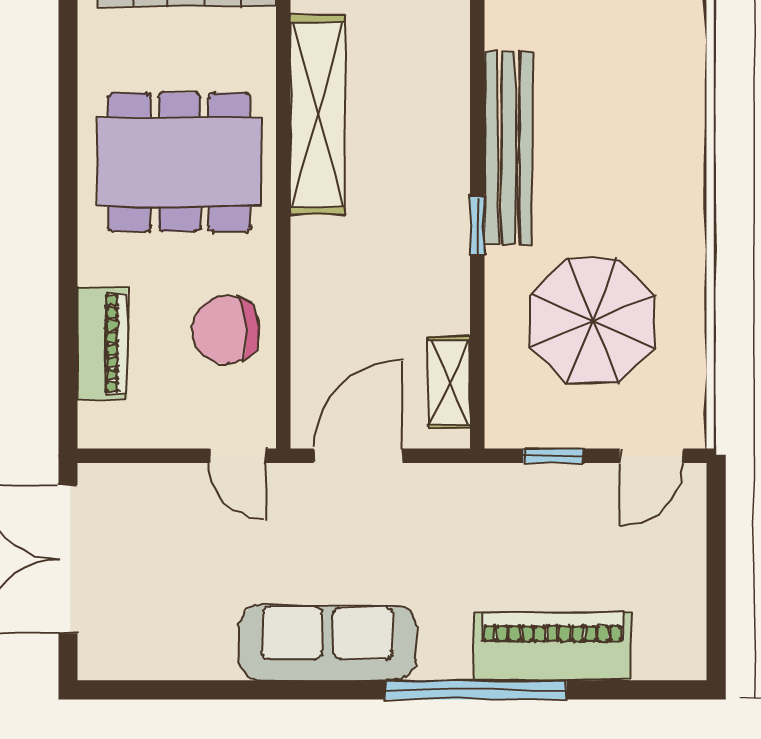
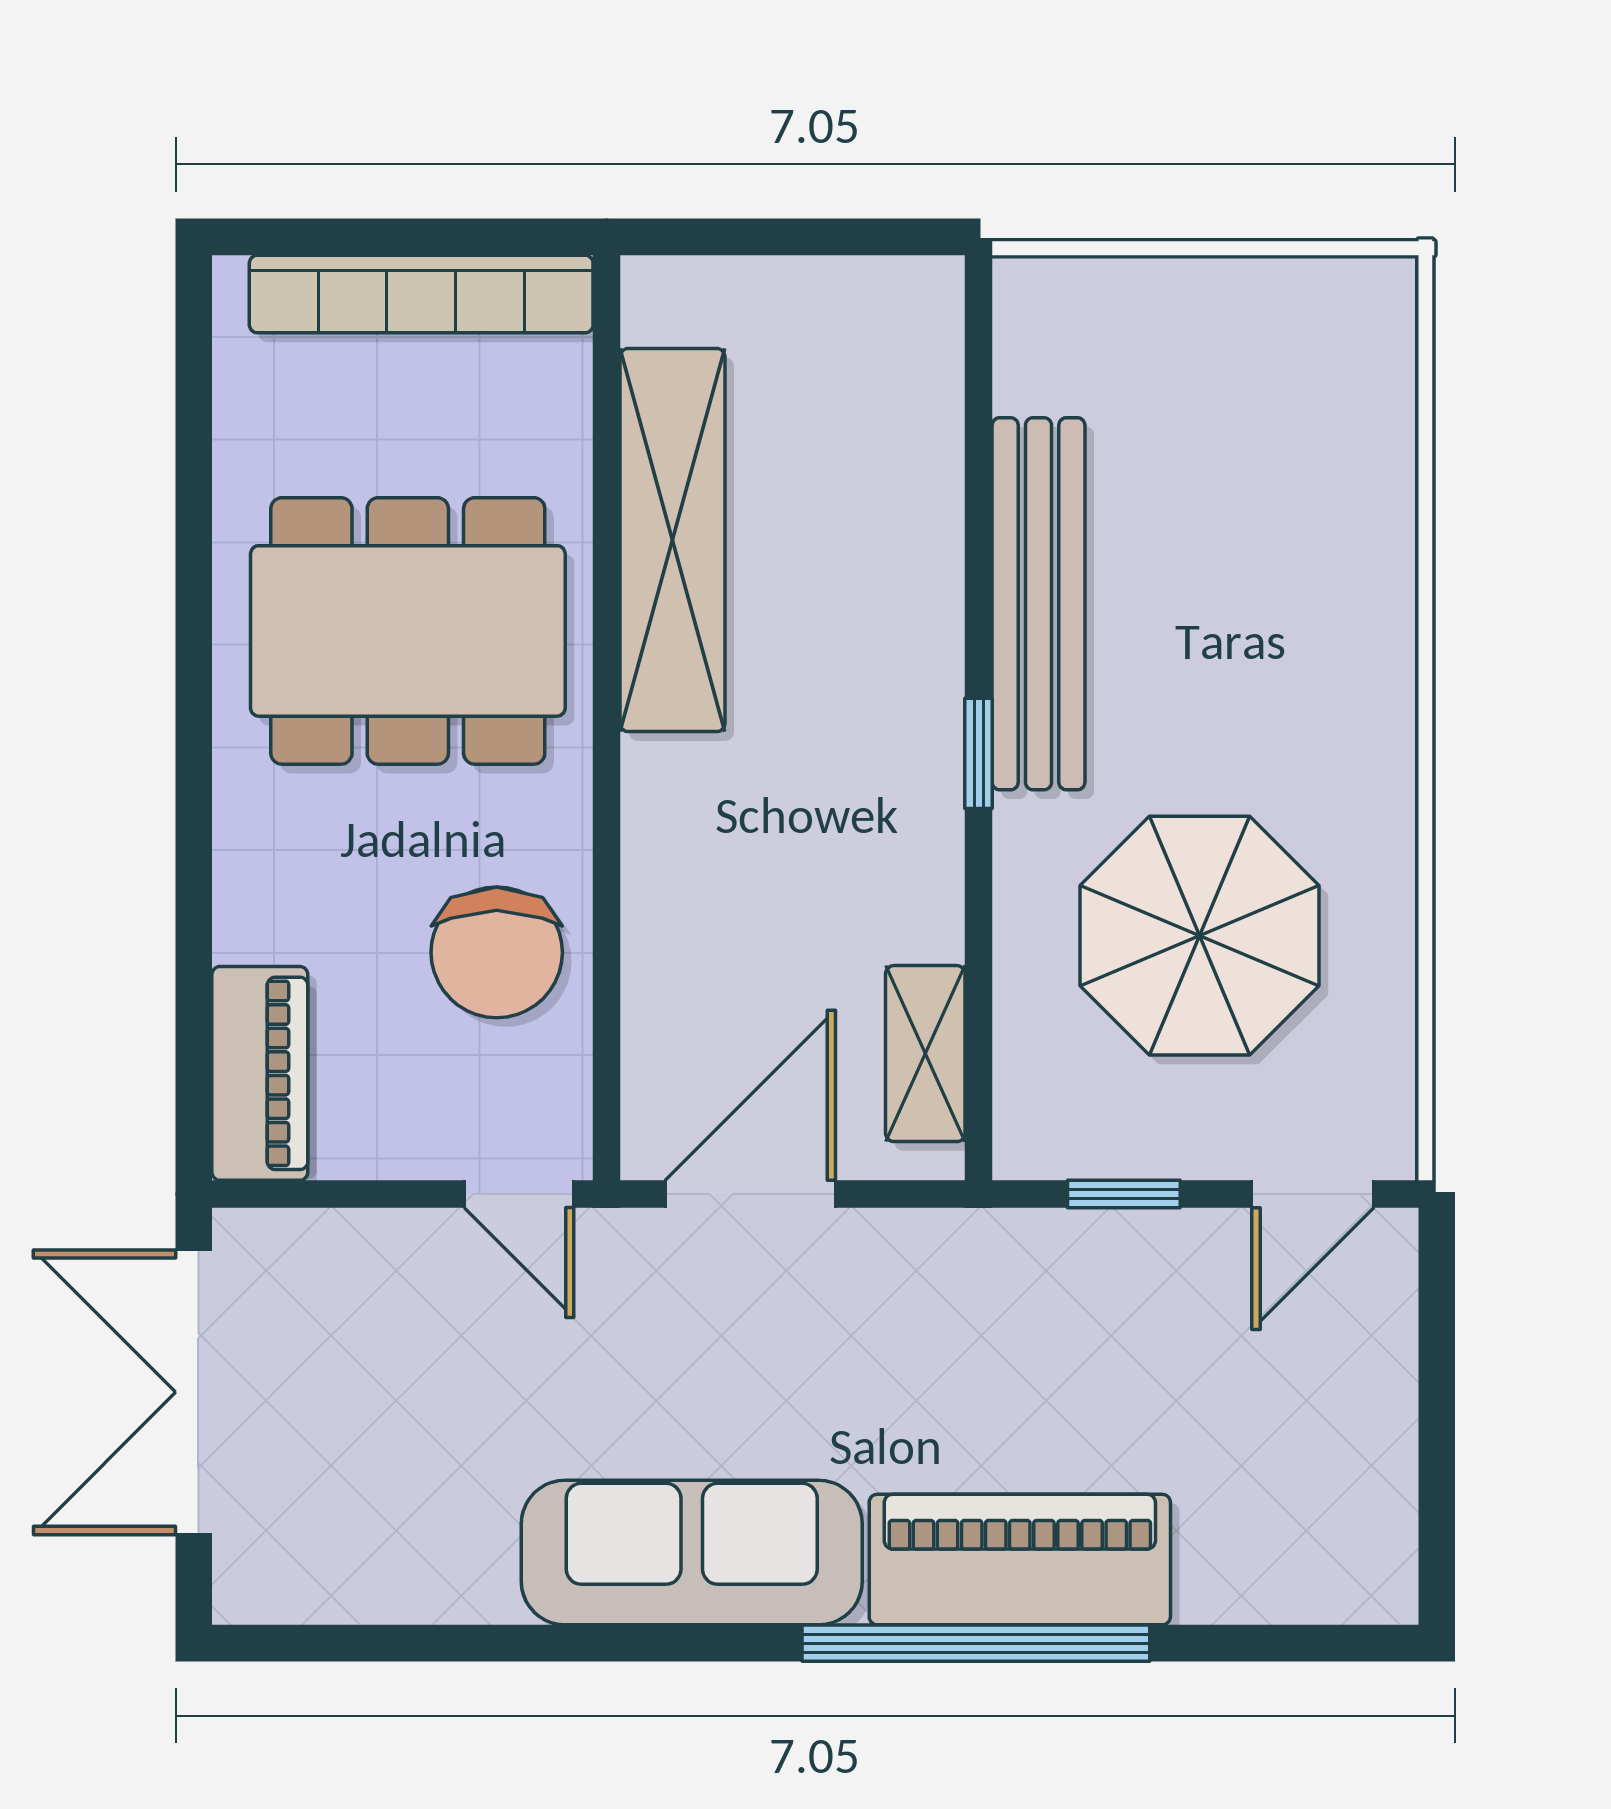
chair: (226, 330) -> (497, 952), turned -85
piano: (102, 343) -> (260, 1073), moved
piano: (552, 646) -> (1020, 1560), moved

